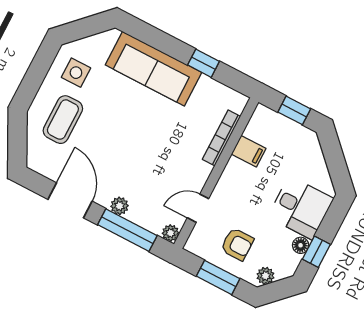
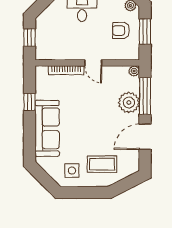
filing cabinet: (249, 151) -> (66, 51), removed
plant: (119, 206) -> (129, 103), width x1.88, depth x1.88
door: (198, 208) -> (93, 63), moved
armchair: (237, 244) -> (121, 30), turned -90

